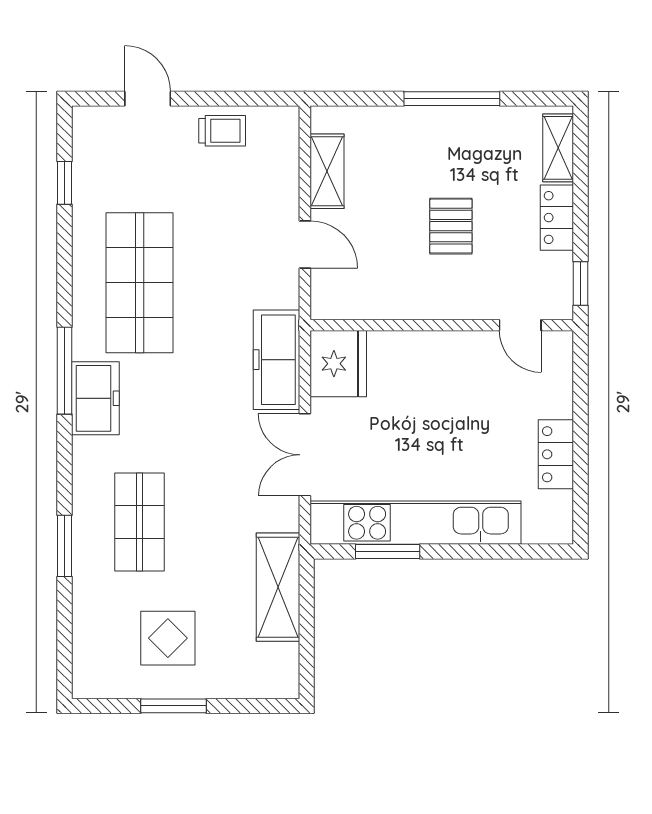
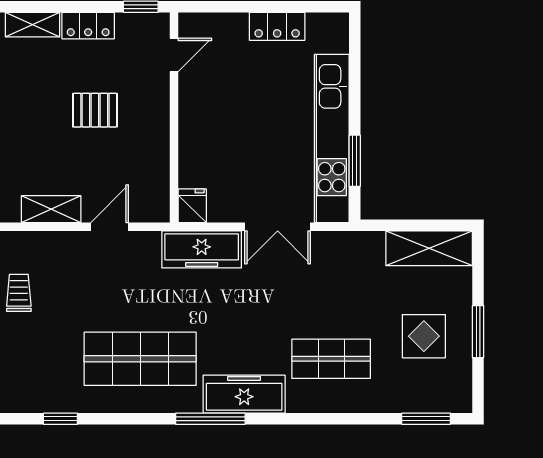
fridge: (338, 364) -> (192, 206), width x0.53, depth x0.75
freezer: (95, 398) -> (244, 394), width x1.40
window: (65, 546) -> (426, 419), moved
shelving: (278, 587) -> (429, 248), moved

